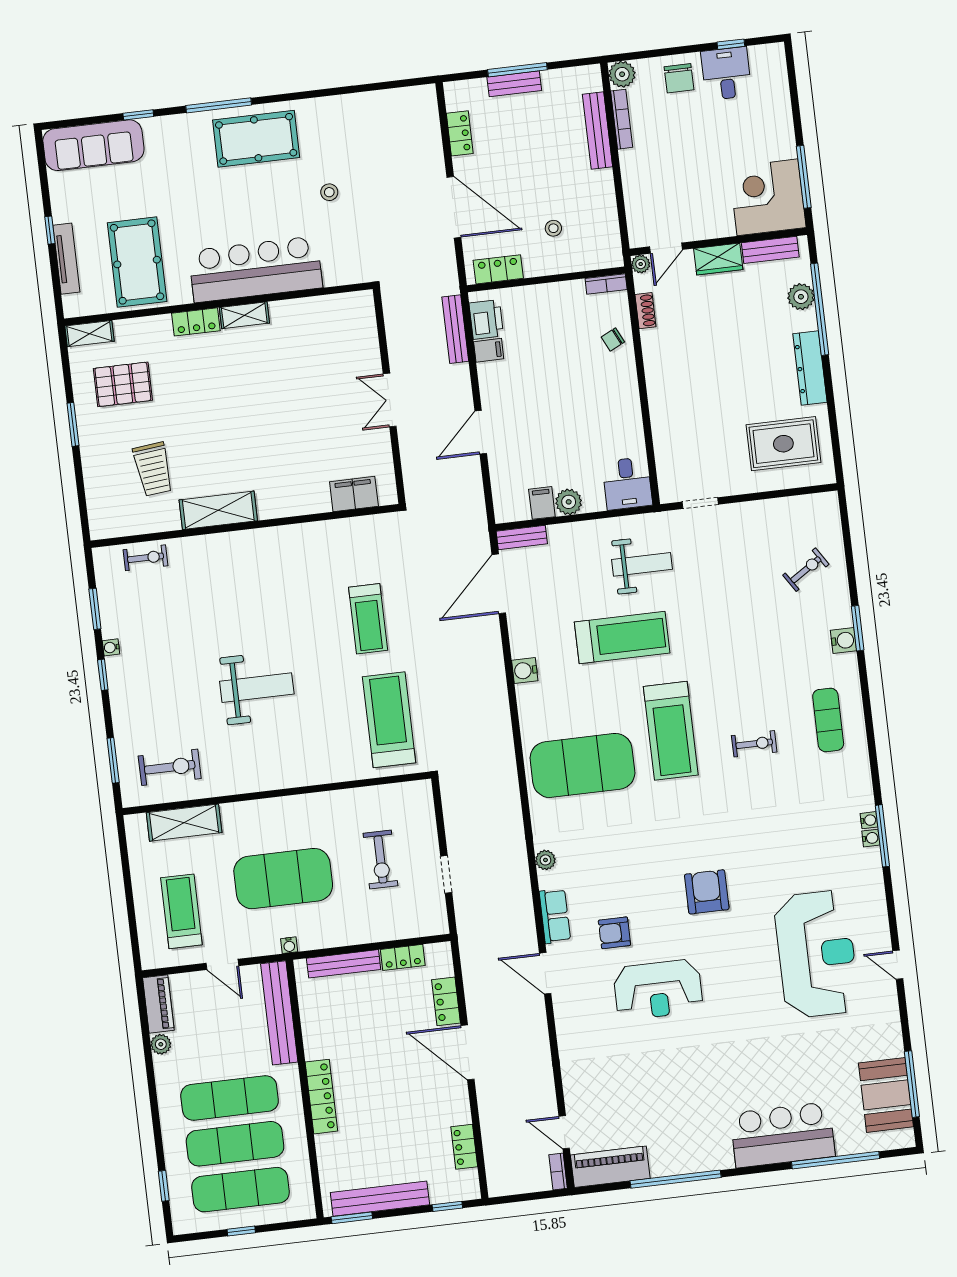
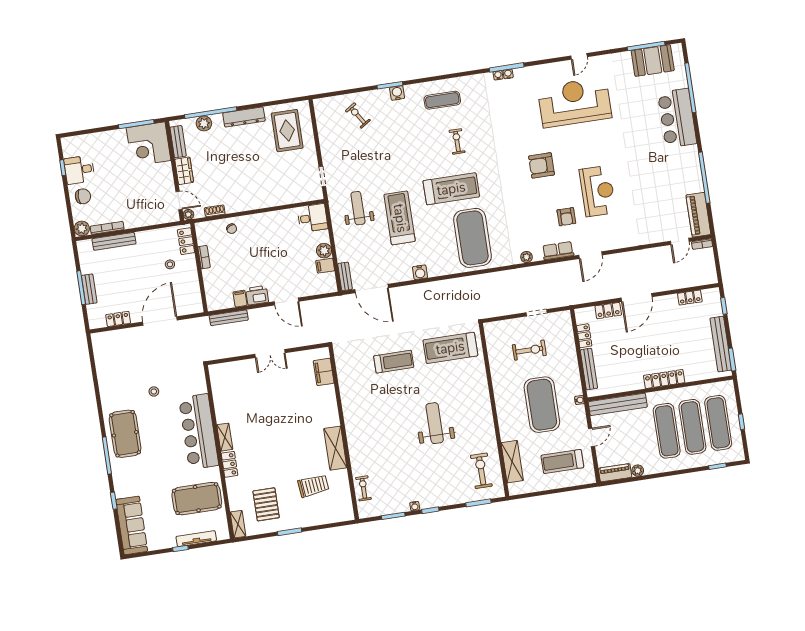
locker: (498, 269) -> (186, 241), moved
bookcase: (606, 284) -> (204, 257), moved
printer: (486, 319) -> (257, 295), moved

